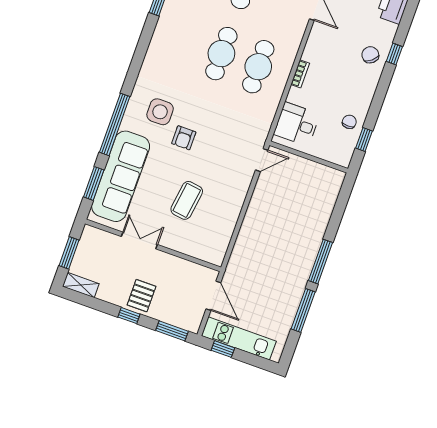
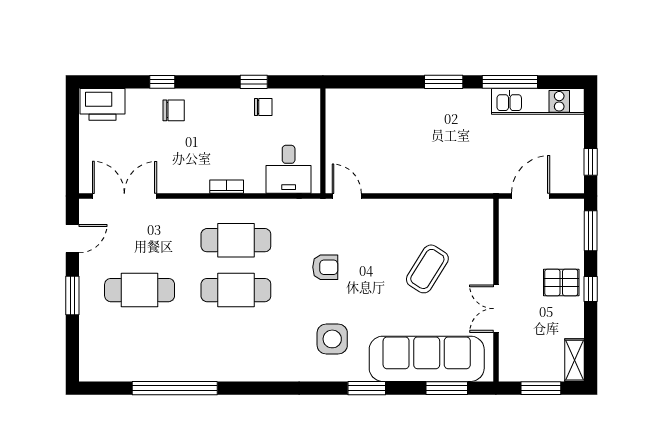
chair: (370, 55) -> (174, 110), turned -141
chair: (349, 122) -> (263, 107), turned 180
window: (115, 124) -> (367, 388), width x0.47
armchair: (184, 138) -> (325, 267), moved
window: (364, 139) -> (254, 82), moved
coffee table: (187, 200) -> (427, 269), turned -66
window: (321, 262) -> (444, 82), width x0.69
kitchen unit: (239, 338) -> (538, 101), moved, turned -90

